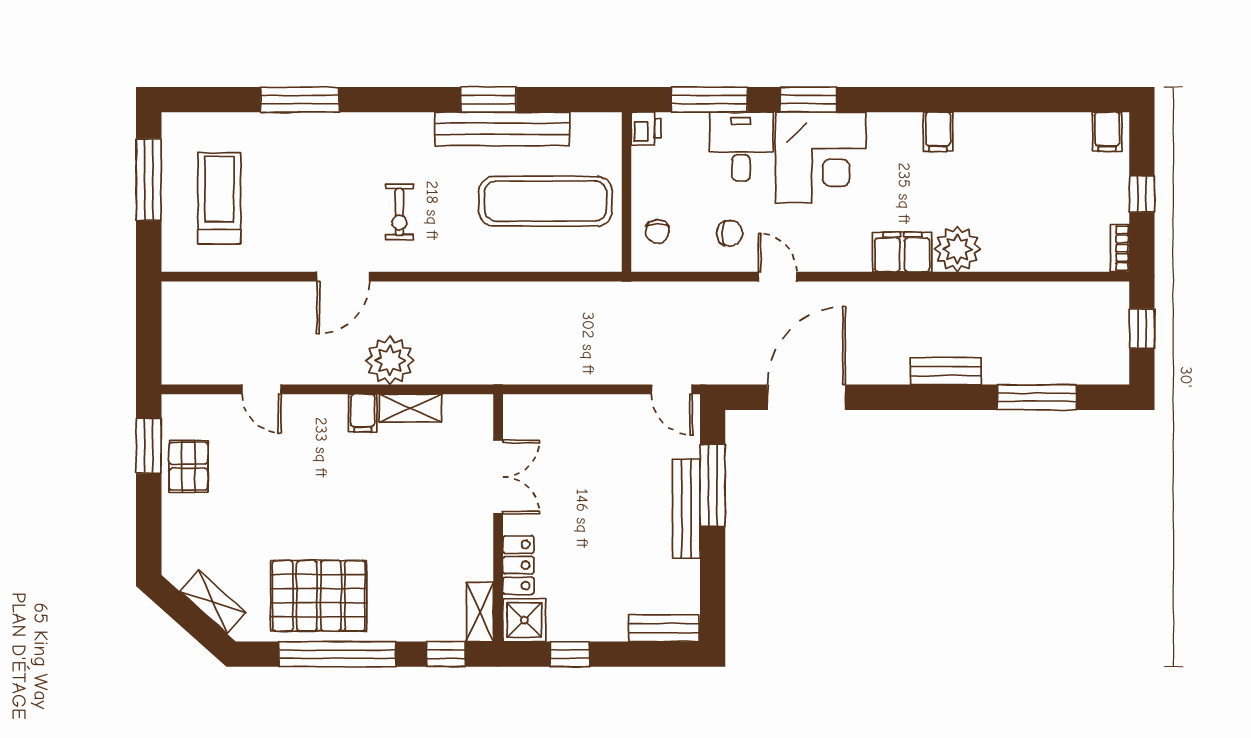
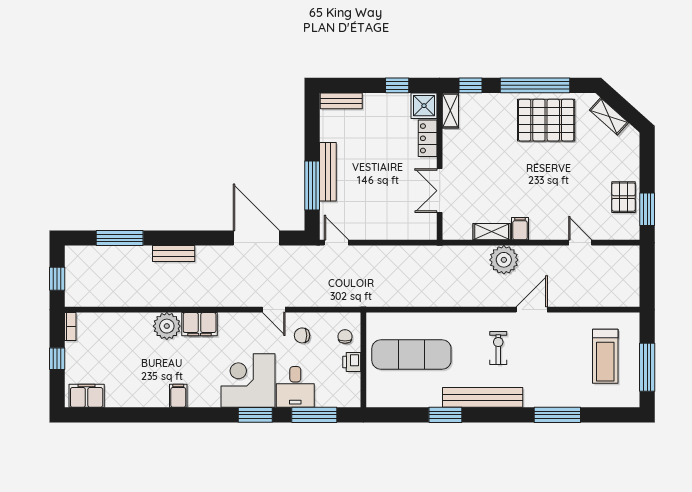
printer: (646, 128) -> (352, 362), moved
bench: (502, 129) -> (483, 397), moved
filing cabinet: (1107, 132) -> (87, 396), width x2.00
door: (806, 397) -> (256, 238), swing flipped

